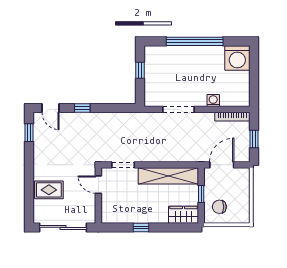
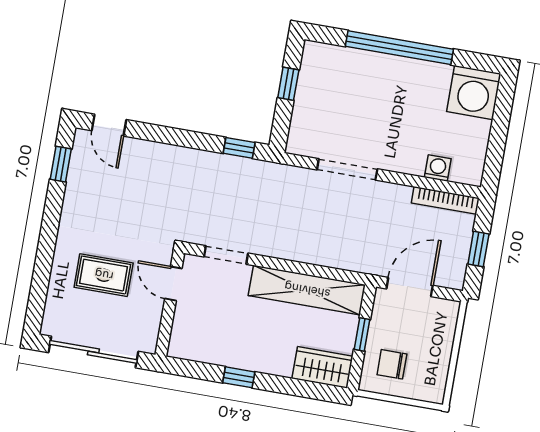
washing machine: (213, 101) -> (438, 168), moved
window: (82, 108) -> (239, 148), moved
rug: (49, 190) -> (104, 275), moved

